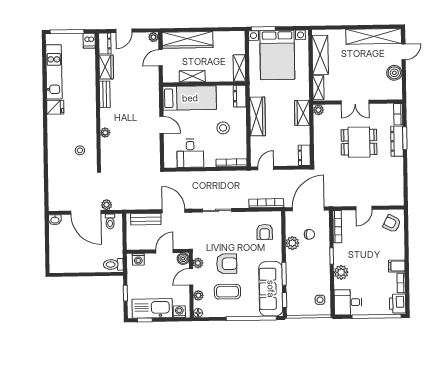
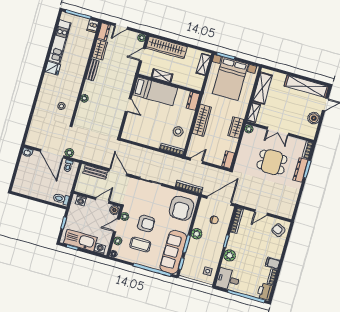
shelving: (239, 68) -> (203, 64), moved
stool: (223, 128) -> (178, 131), moved
desk: (190, 153) -> (143, 133), removed
armchair: (265, 232) -> (181, 208), width x1.88, depth x1.88
plant: (292, 243) -> (197, 234), moved

